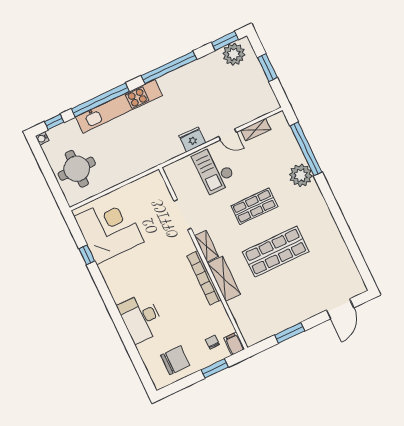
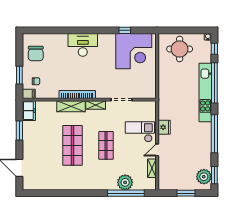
plant: (301, 175) -> (125, 182), moved
desk: (141, 318) -> (83, 45), moved
freezer: (257, 333) -> (29, 111), added

